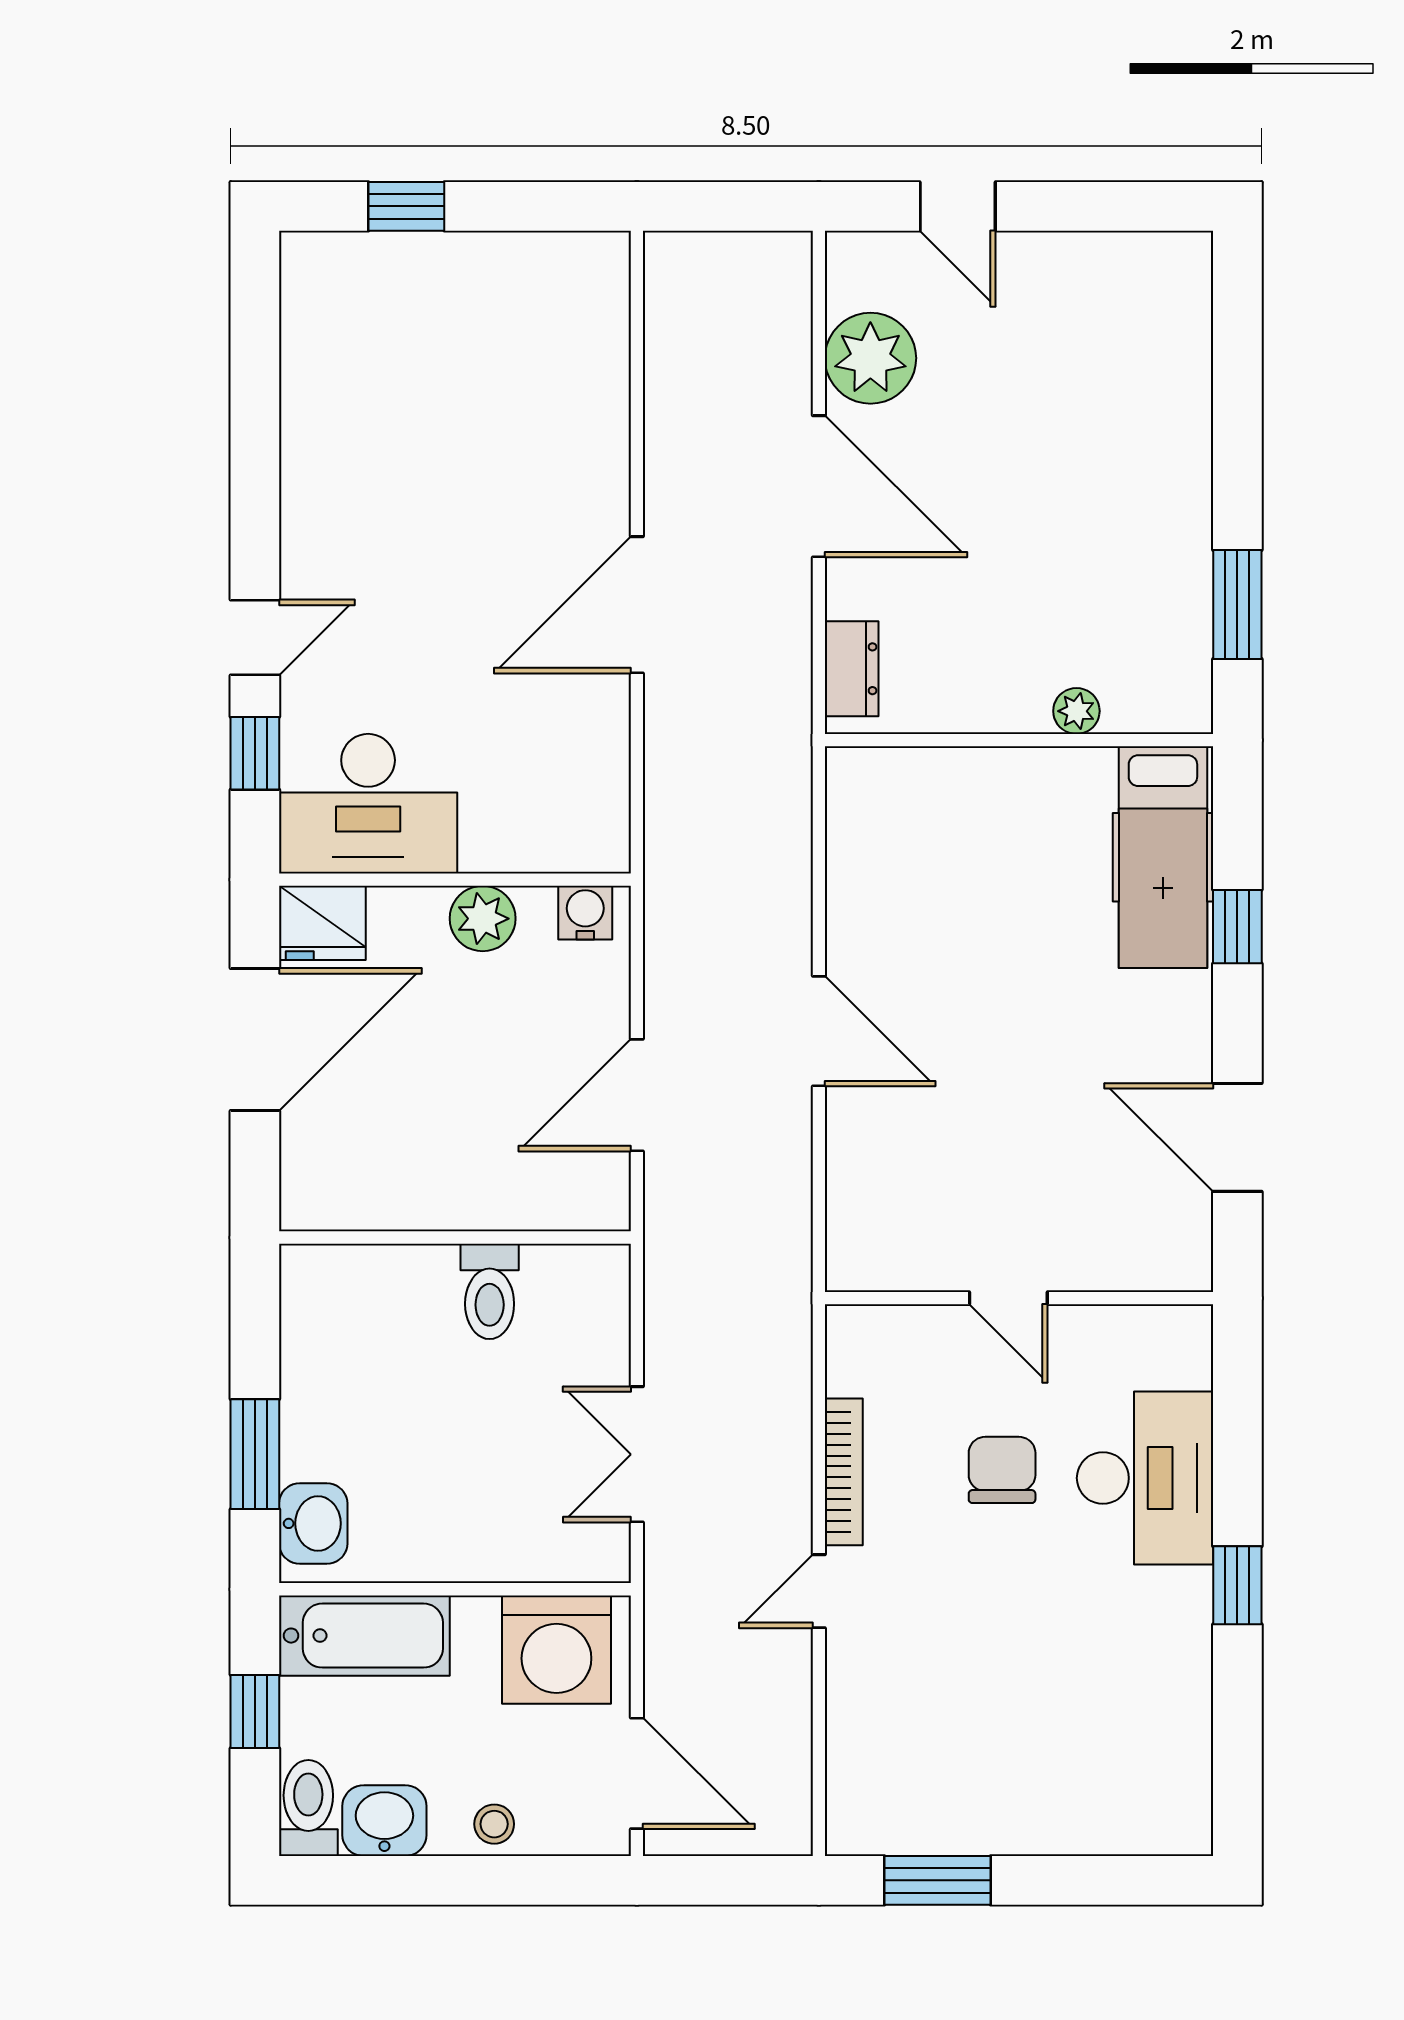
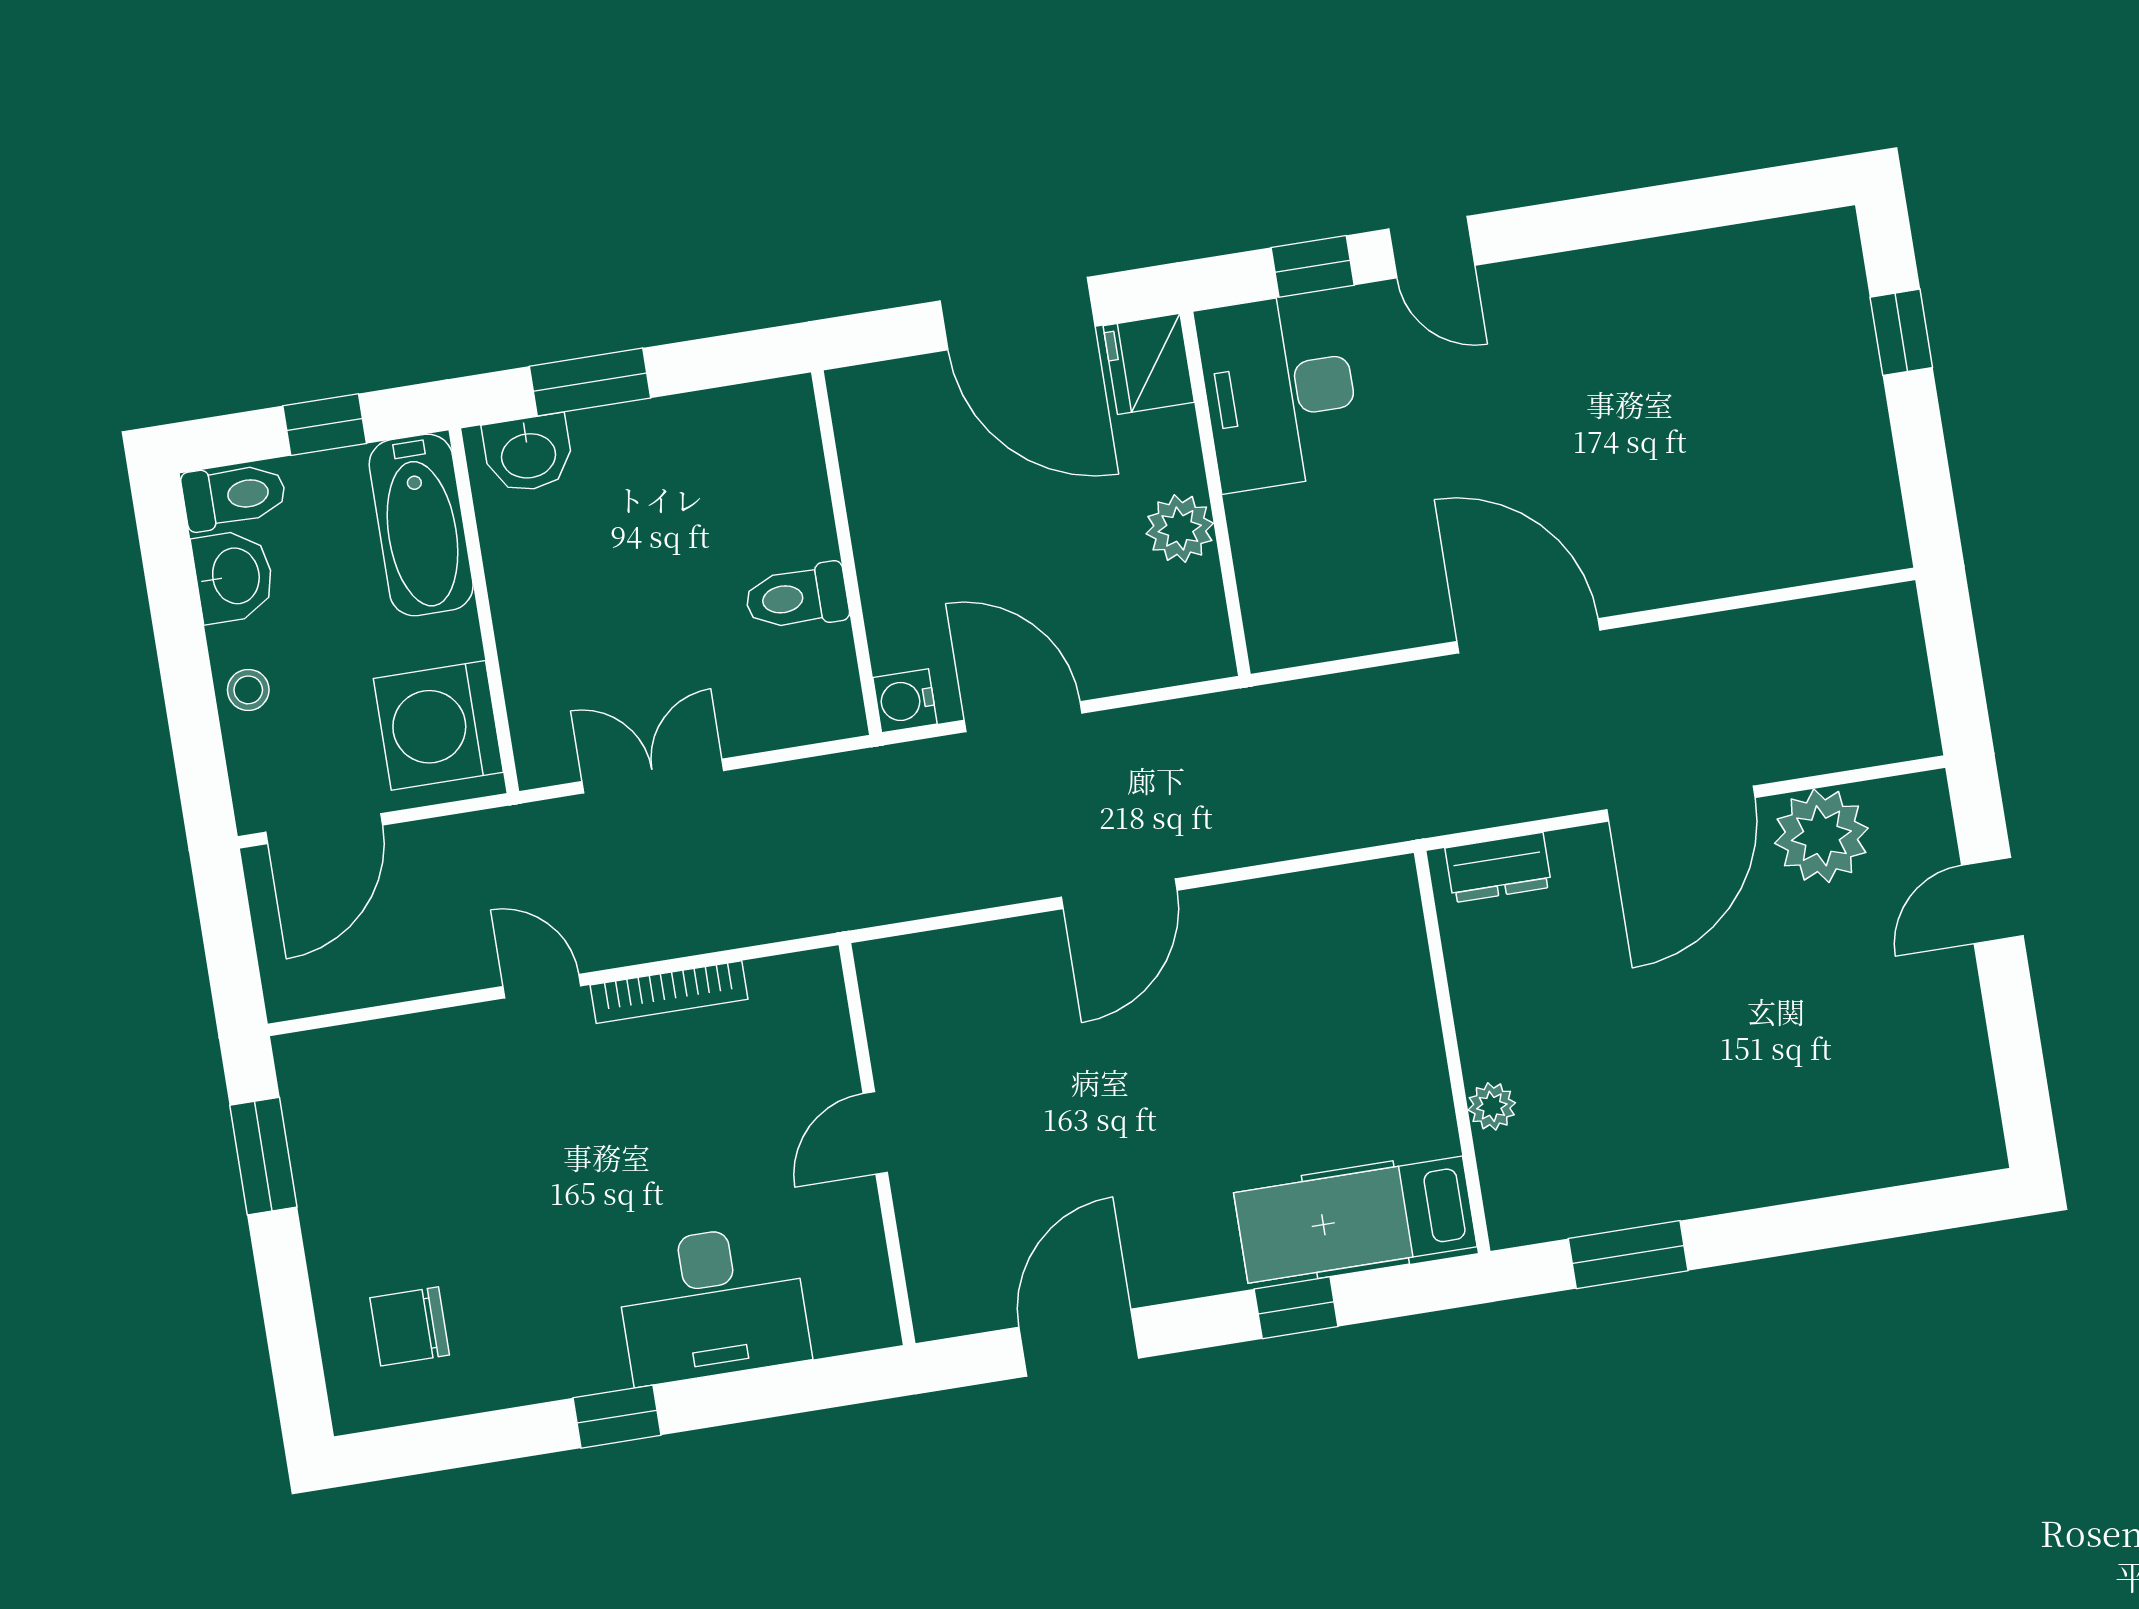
water cooler: (585, 913) -> (905, 701), moved, turned 180
chair: (1002, 1470) -> (410, 1326), moved, turned 180

